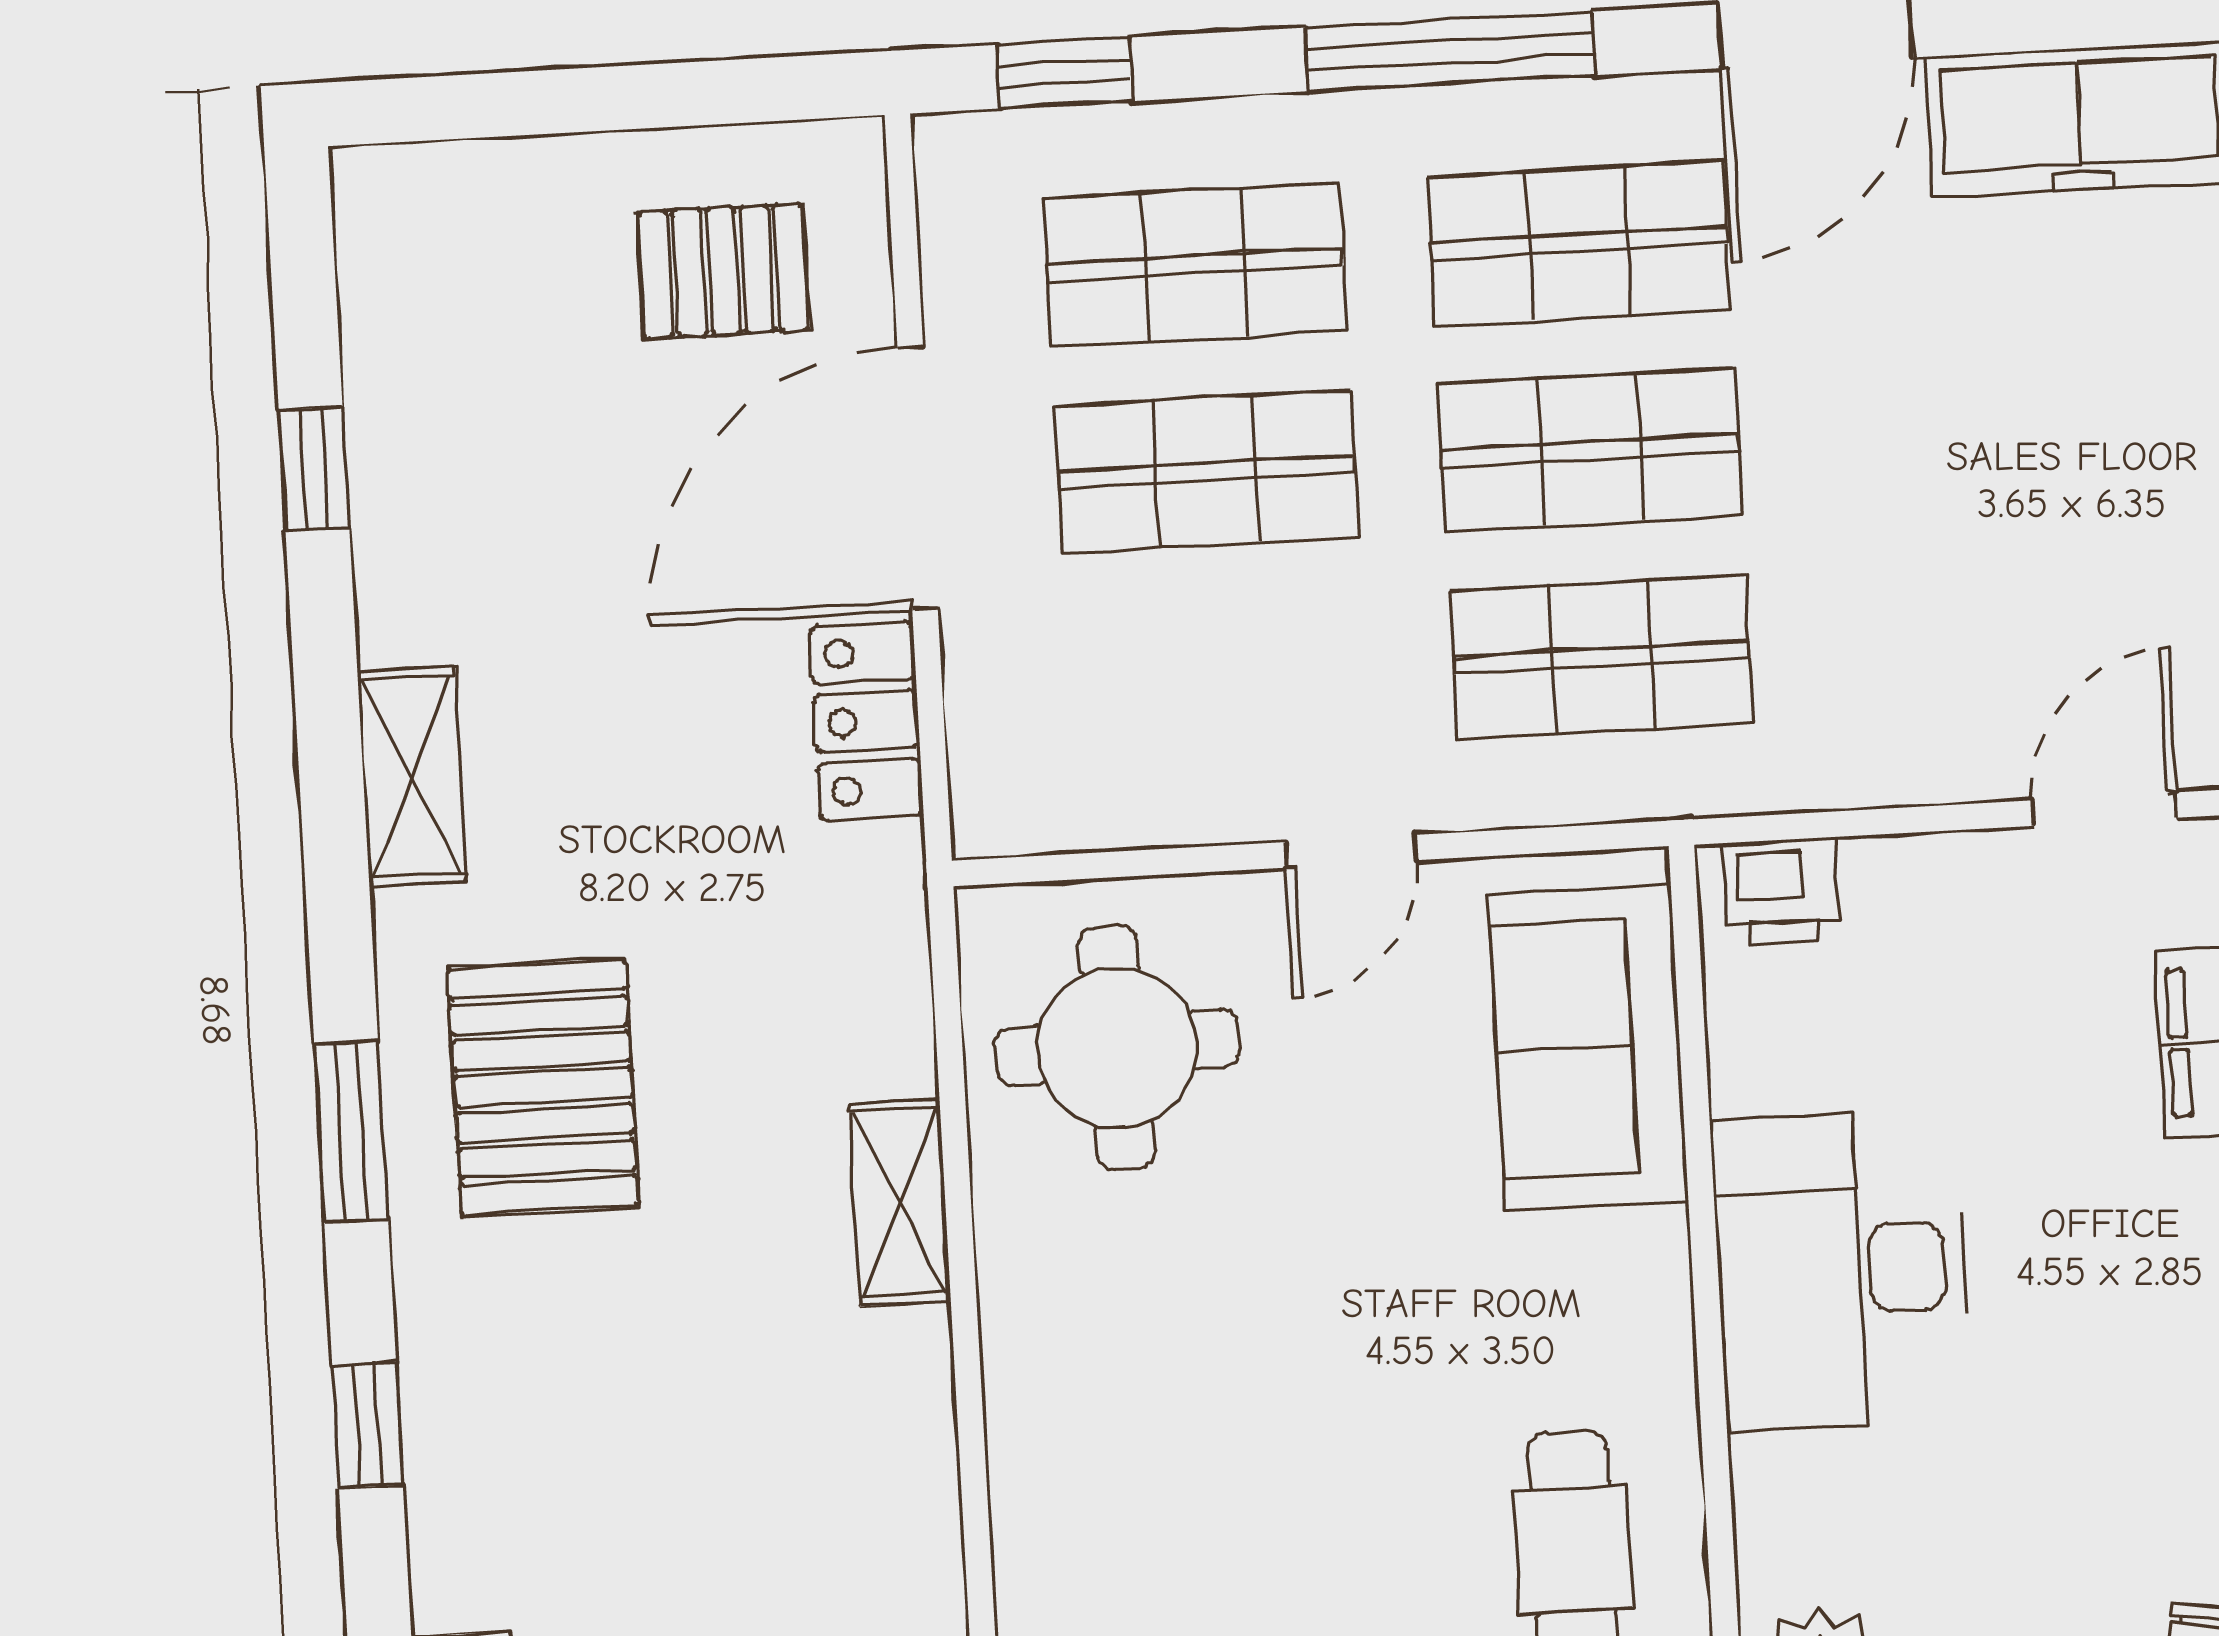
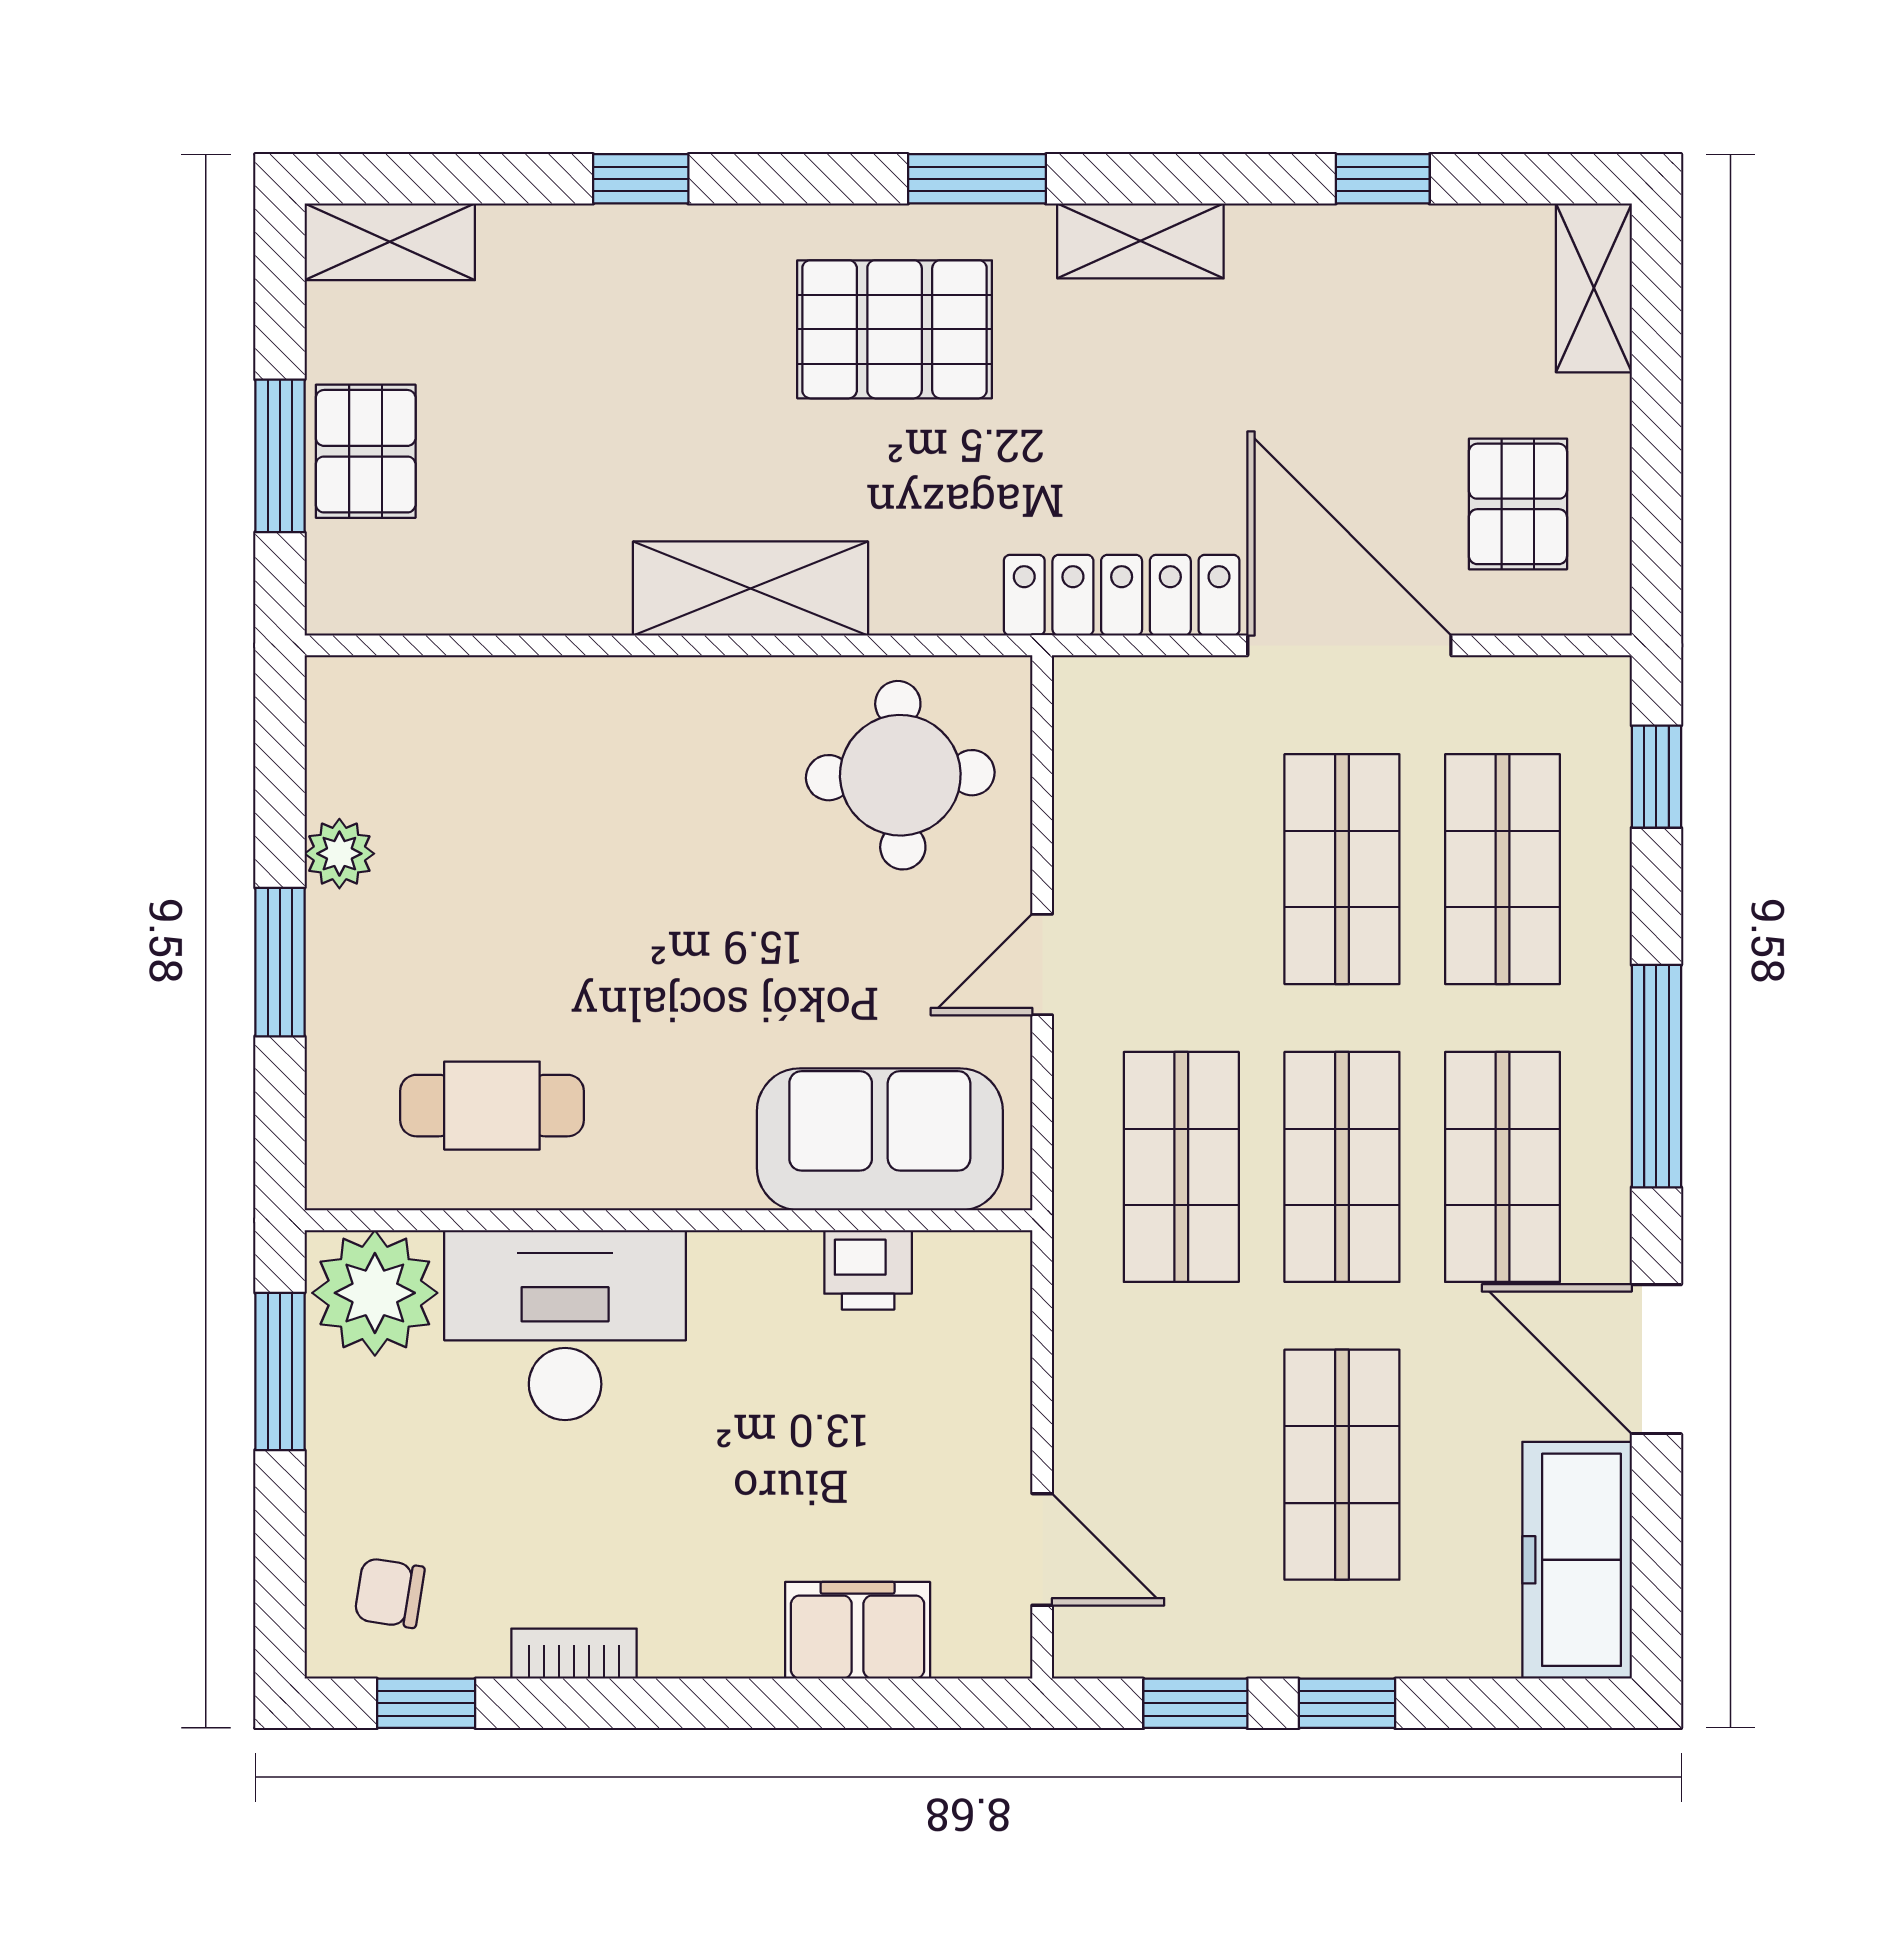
shelving: (439, 189) -> (1594, 288), added
shop shelf: (1974, 429) -> (1342, 1465), added
locker: (866, 721) -> (1122, 595), width x1.53
door: (1351, 851) -> (1042, 964), hinge flipped
printer: (1781, 891) -> (868, 1270), moved, turned -90
window: (351, 1131) -> (977, 179), moved
shelving: (900, 1203) -> (750, 588), width x1.50, depth x1.33
desk: (1841, 1270) -> (565, 1325), moved

